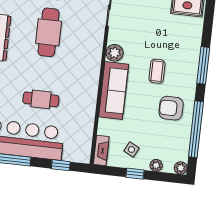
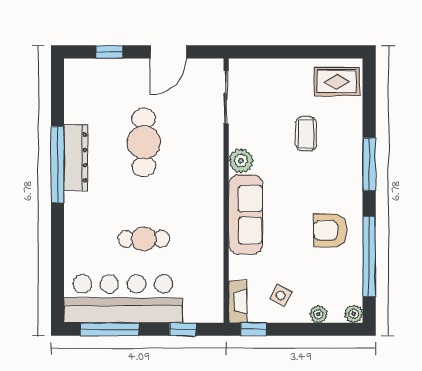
coffee table: (157, 71) -> (306, 134), moved
window: (135, 174) -> (253, 329), moved

